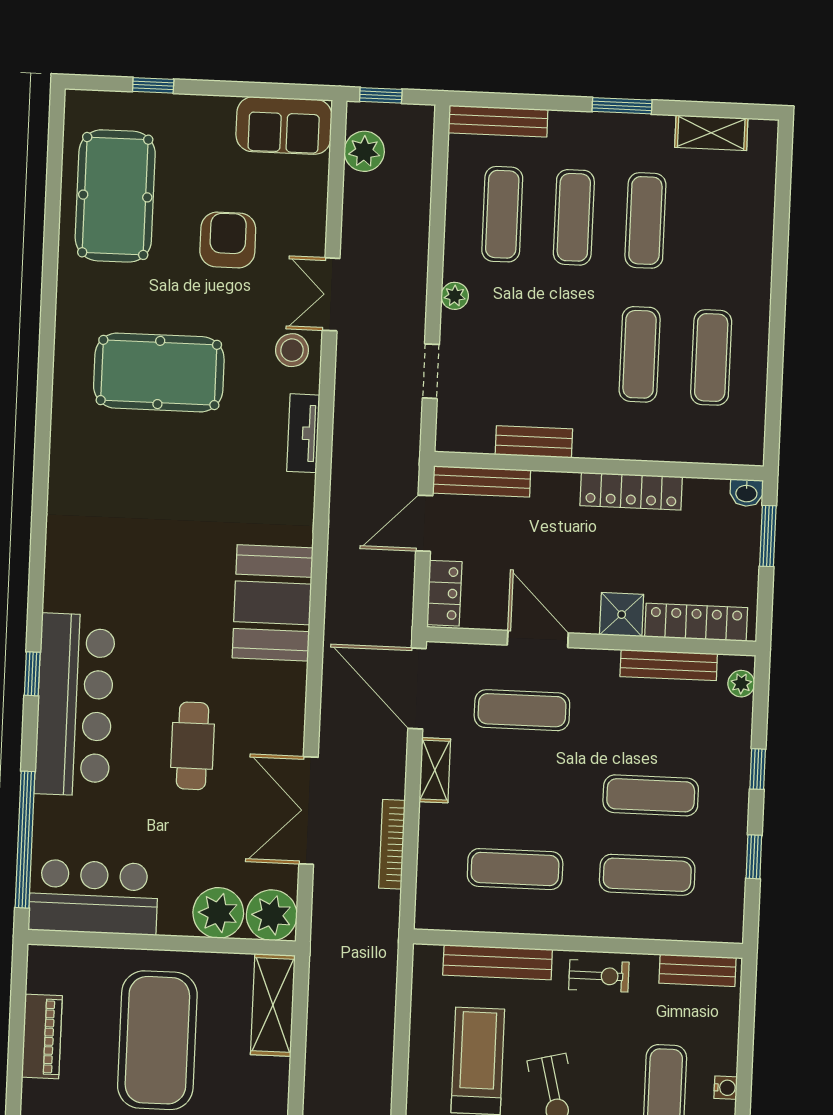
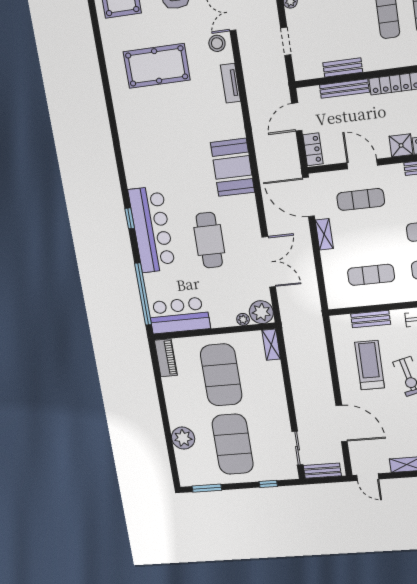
bench: (482, 482) -> (344, 89), moved
cafe table: (193, 746) -> (209, 240), width x1.37, depth x1.35
double door: (308, 810) -> (269, 262), swing flipped
bookcase: (392, 844) -> (311, 272), removed
plant: (218, 913) -> (243, 319), width x0.53, depth x0.53
bench: (498, 962) -> (371, 319), width x0.73
shelving: (273, 1005) -> (271, 345), width x0.67, depth x0.75
piano: (42, 1036) -> (166, 358), moved

